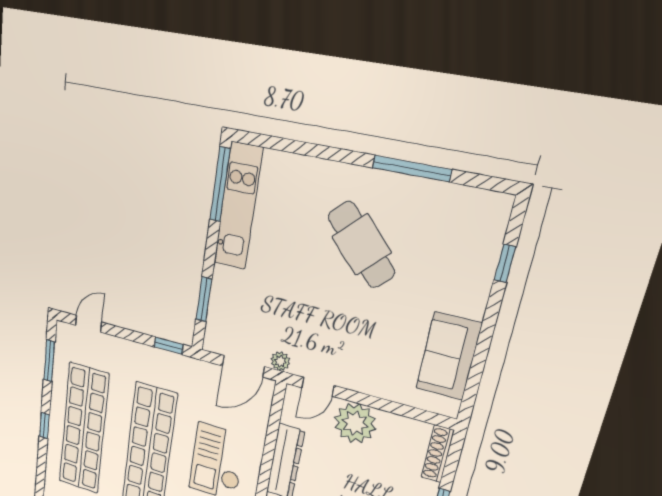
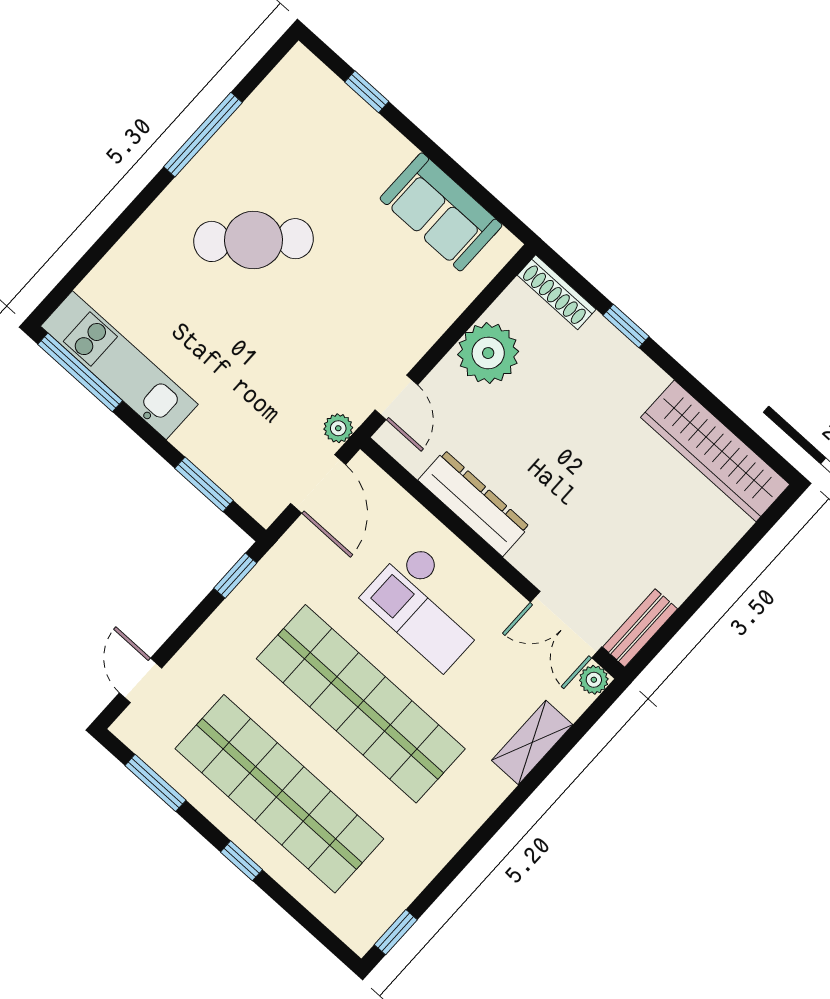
plant: (355, 423) -> (488, 353), moved

